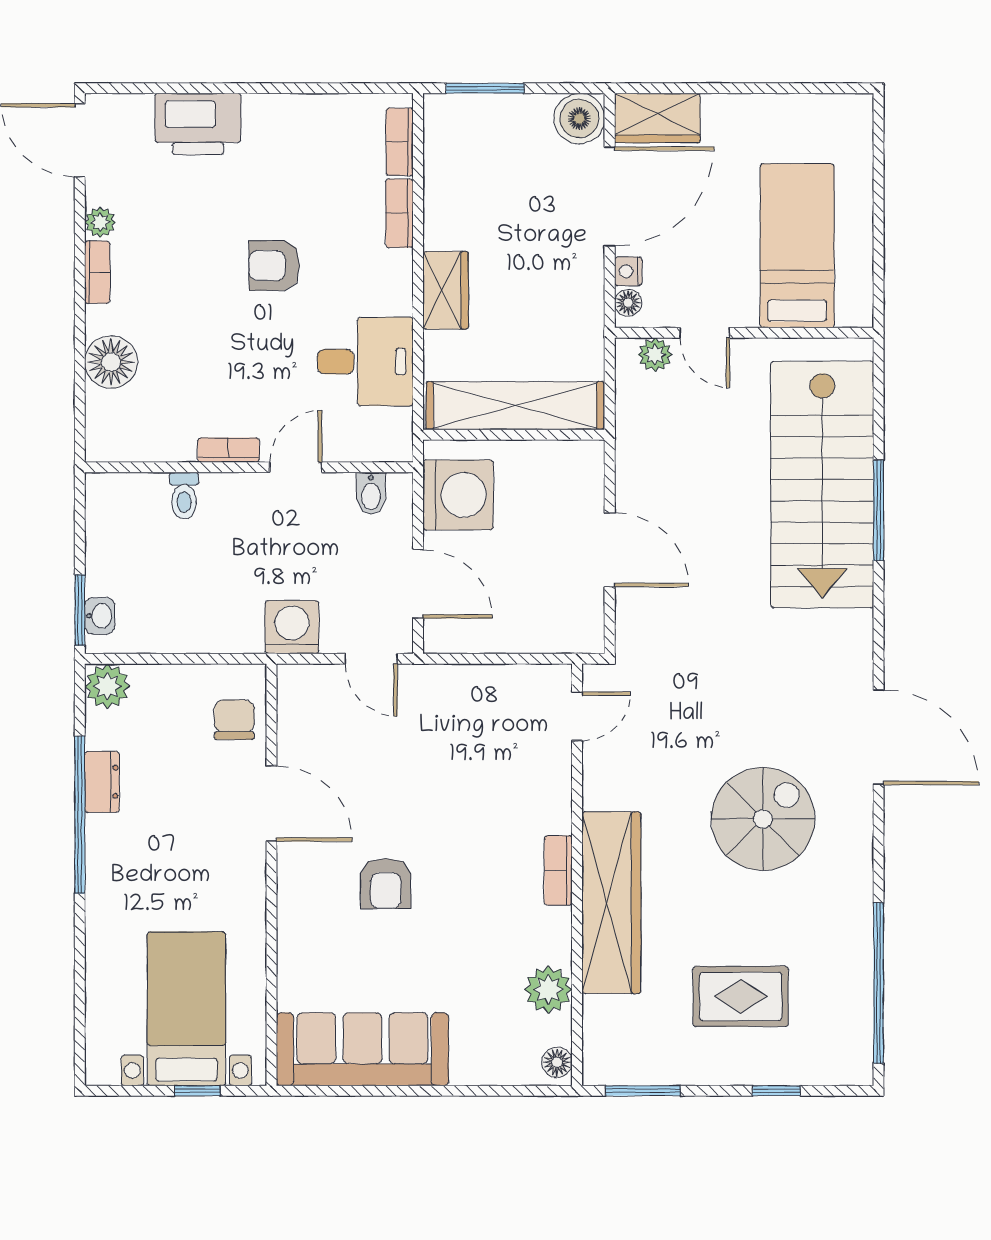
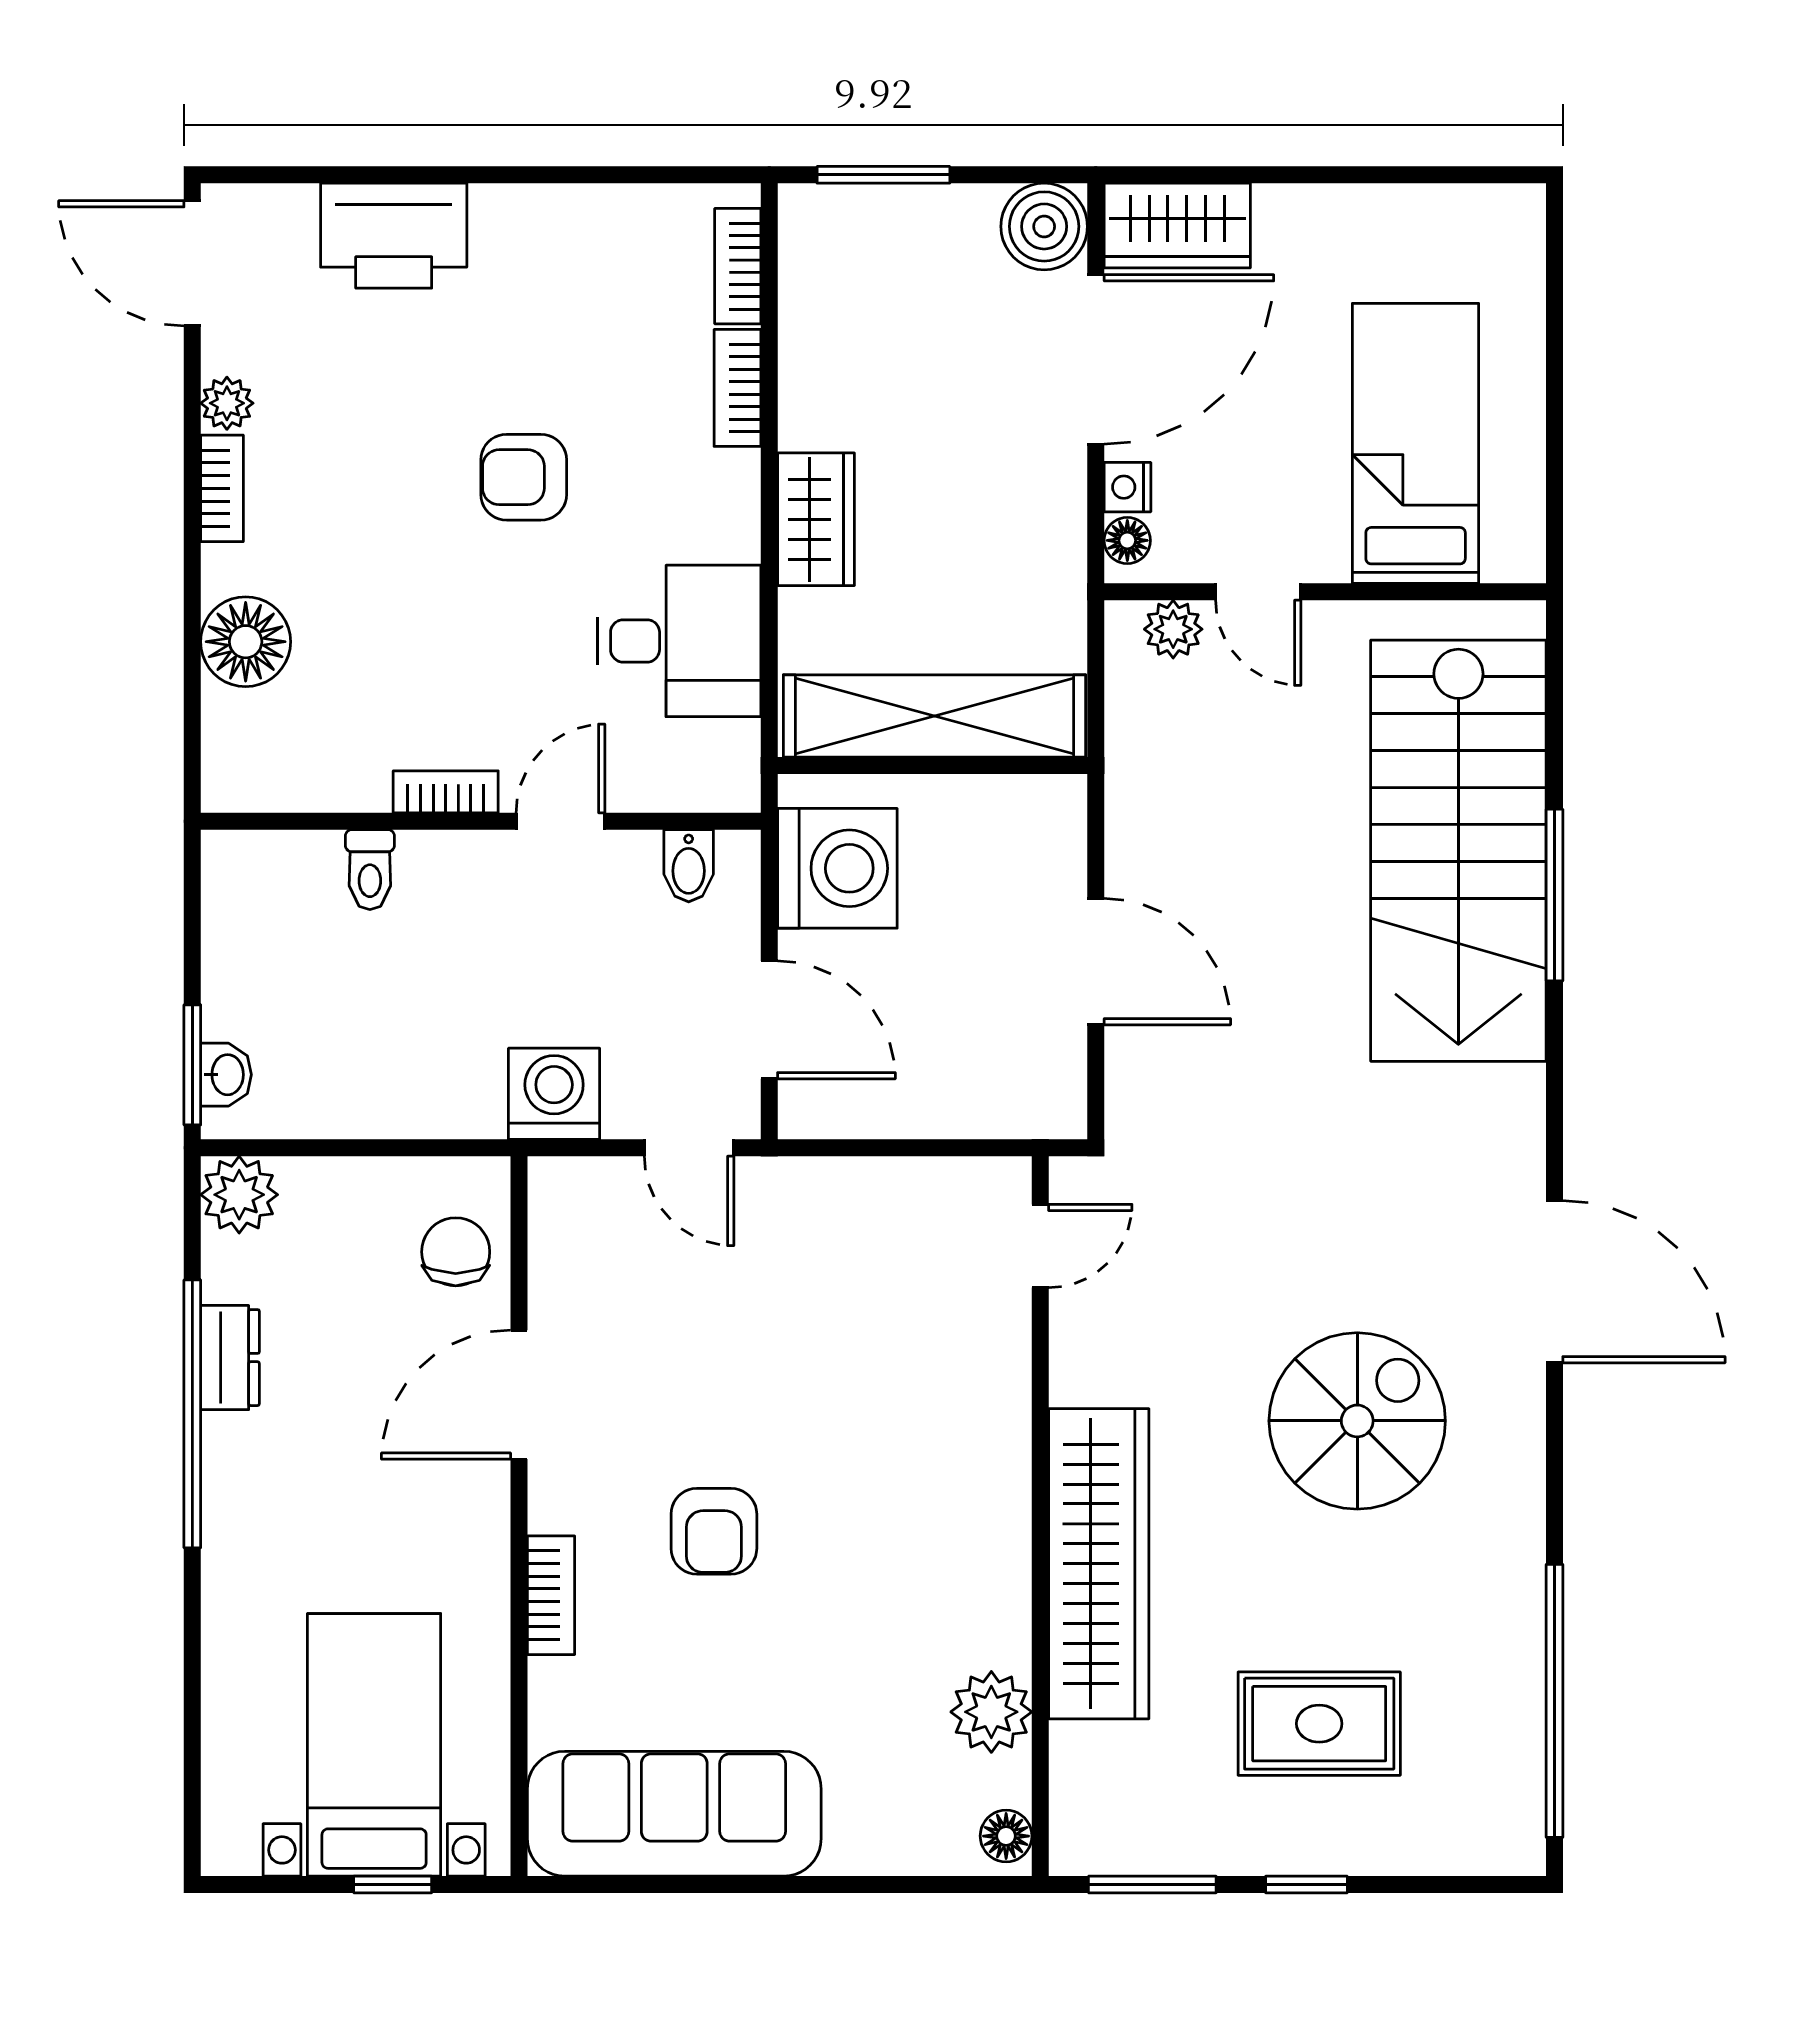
door: (271, 804) -> (519, 1395), swing flipped
bookcase: (558, 870) -> (551, 1595), moved, turned 180
window: (776, 1091) -> (1306, 1885), moved

